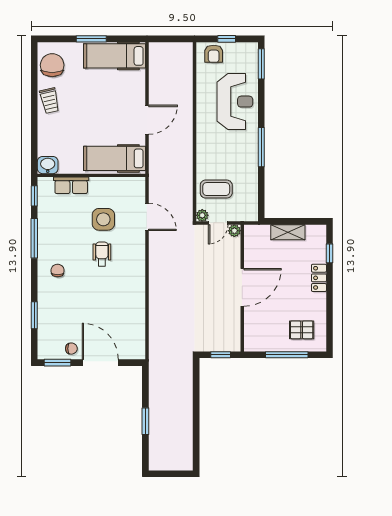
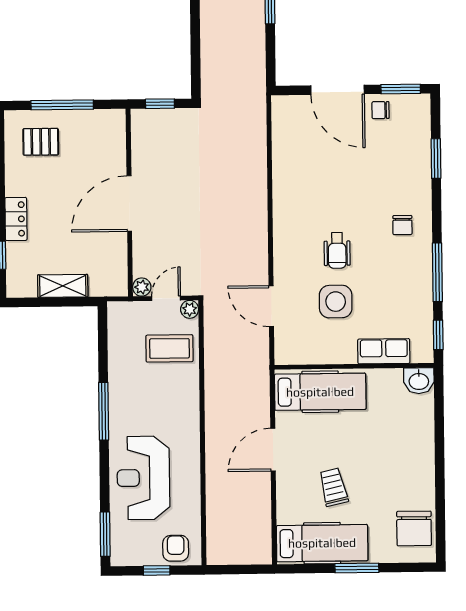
trolley: (50, 101) -> (334, 487), moved

